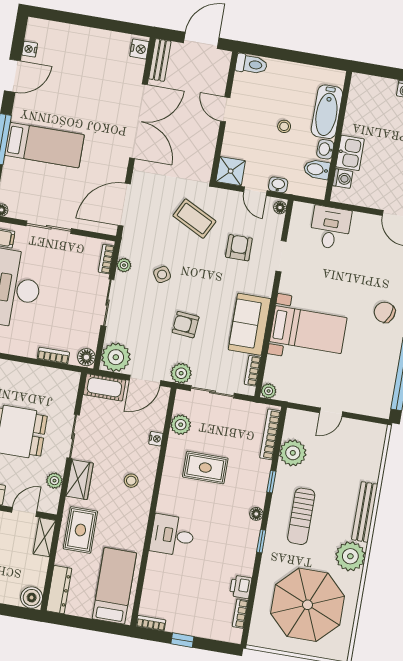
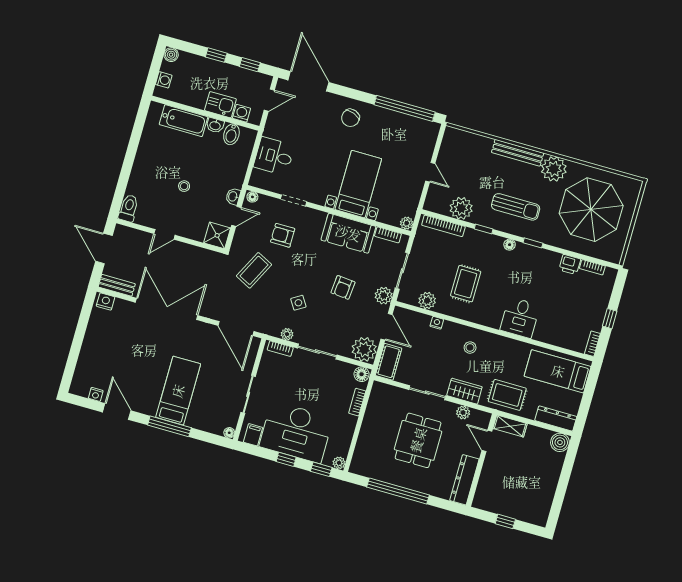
bathtub: (327, 112) -> (183, 121), moved
wall: (338, 136) -> (205, 113), moved
washbasin: (325, 149) -> (215, 125), moved
kitchen sink: (350, 153) -> (220, 105), moved
bidet: (317, 169) -> (231, 134), moved
washing machine: (343, 179) -> (241, 113), moved

